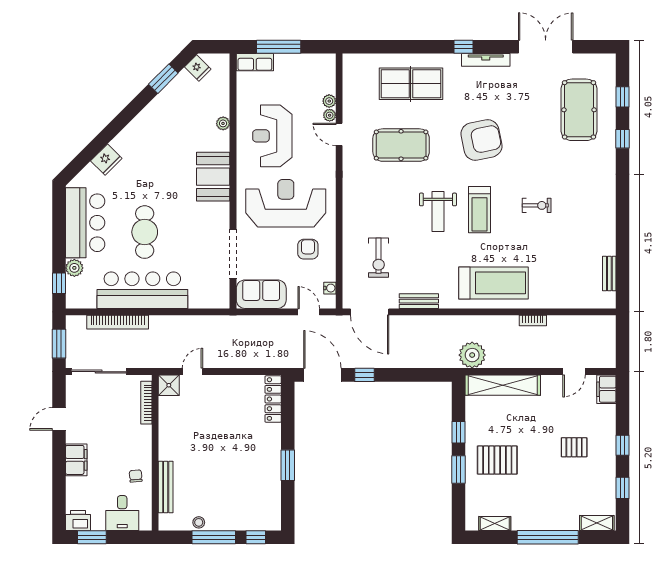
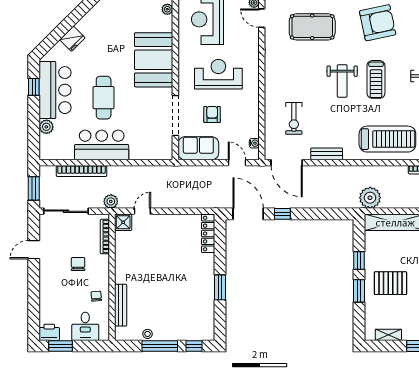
booth: (213, 177) -> (154, 60), width x1.36, depth x1.42
reception desk: (286, 203) -> (218, 74), width x0.74, depth x0.77
armchair: (308, 249) -> (212, 114), moved
window: (59, 283) -> (34, 87), moved
bar counter: (142, 290) -> (102, 145), width x0.73
plant: (154, 360) -> (111, 201), added
chair: (113, 437) -> (78, 264), added
filing cabinet: (76, 460) -> (48, 283), removed

